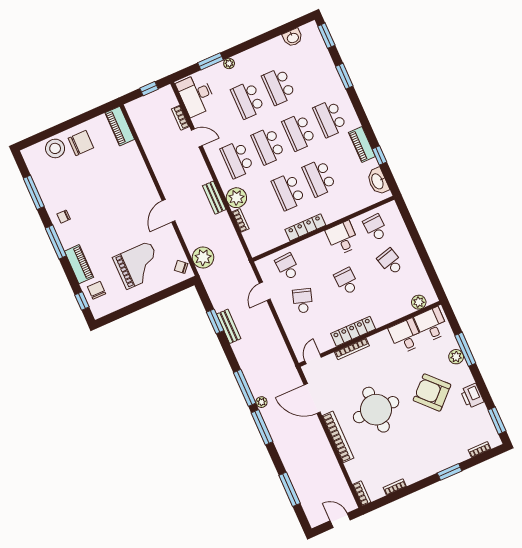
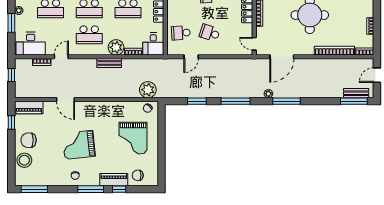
window: (93, 114) -> (11, 123), added
chair: (81, 143) -> (29, 140), turned -90
window: (34, 192) -> (34, 189), moved
grand piano: (102, 205) -> (79, 145), added
door: (168, 211) -> (65, 100), moved
desk: (260, 240) -> (153, 44), added
grand piano: (138, 265) -> (133, 138), turned 180
door: (265, 291) -> (191, 57), hinge flipped
window: (82, 301) -> (119, 189), moved
bench: (229, 326) -> (356, 93), moved
window: (245, 388) -> (235, 101), moved
bookcase: (338, 437) -> (334, 51), moved
window: (290, 489) -> (354, 101), moved

